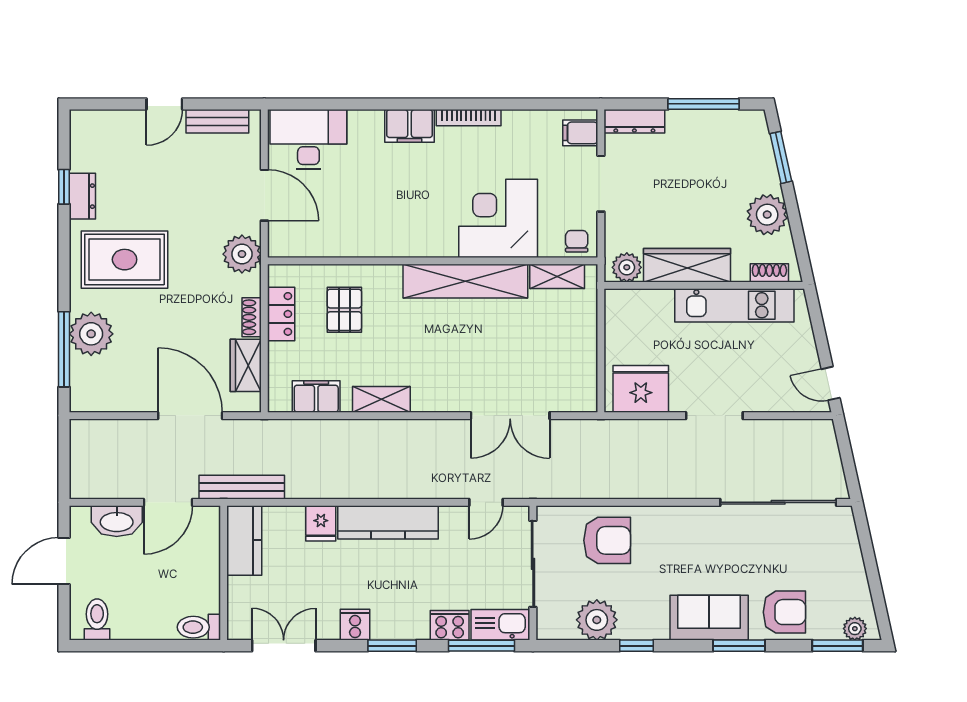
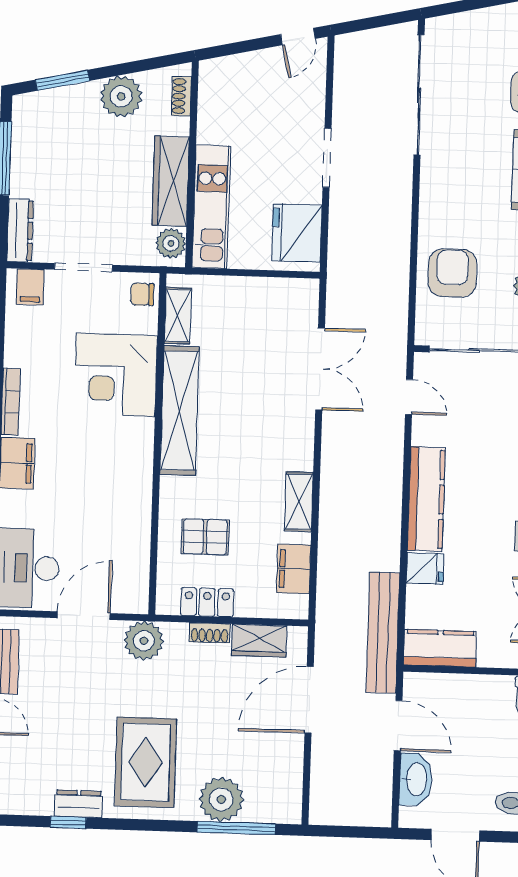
kitchen unit: (734, 305) -> (211, 207), moved
bench: (242, 487) -> (383, 633), width x1.37, depth x1.21

